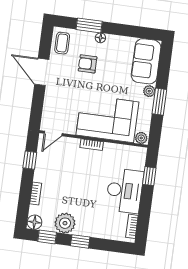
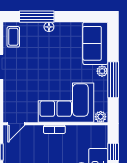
window: (89, 25) -> (37, 17), width x1.44
armchair: (88, 64) -> (40, 53), removed
window: (159, 102) -> (113, 80), width x1.44

